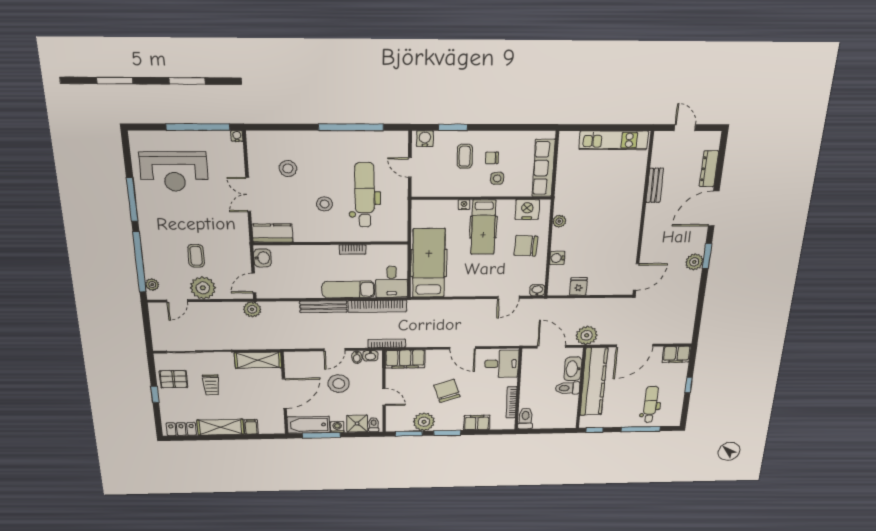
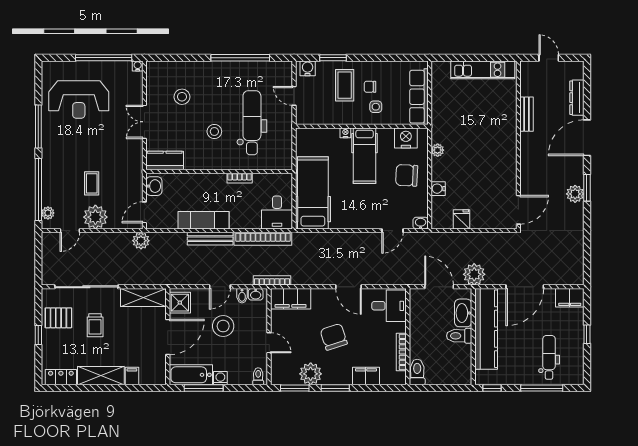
coffee table: (465, 156) -> (345, 85), width x1.36, depth x1.30
exam couch: (348, 289) -> (203, 220), moved
shower: (357, 424) -> (180, 303), moved

